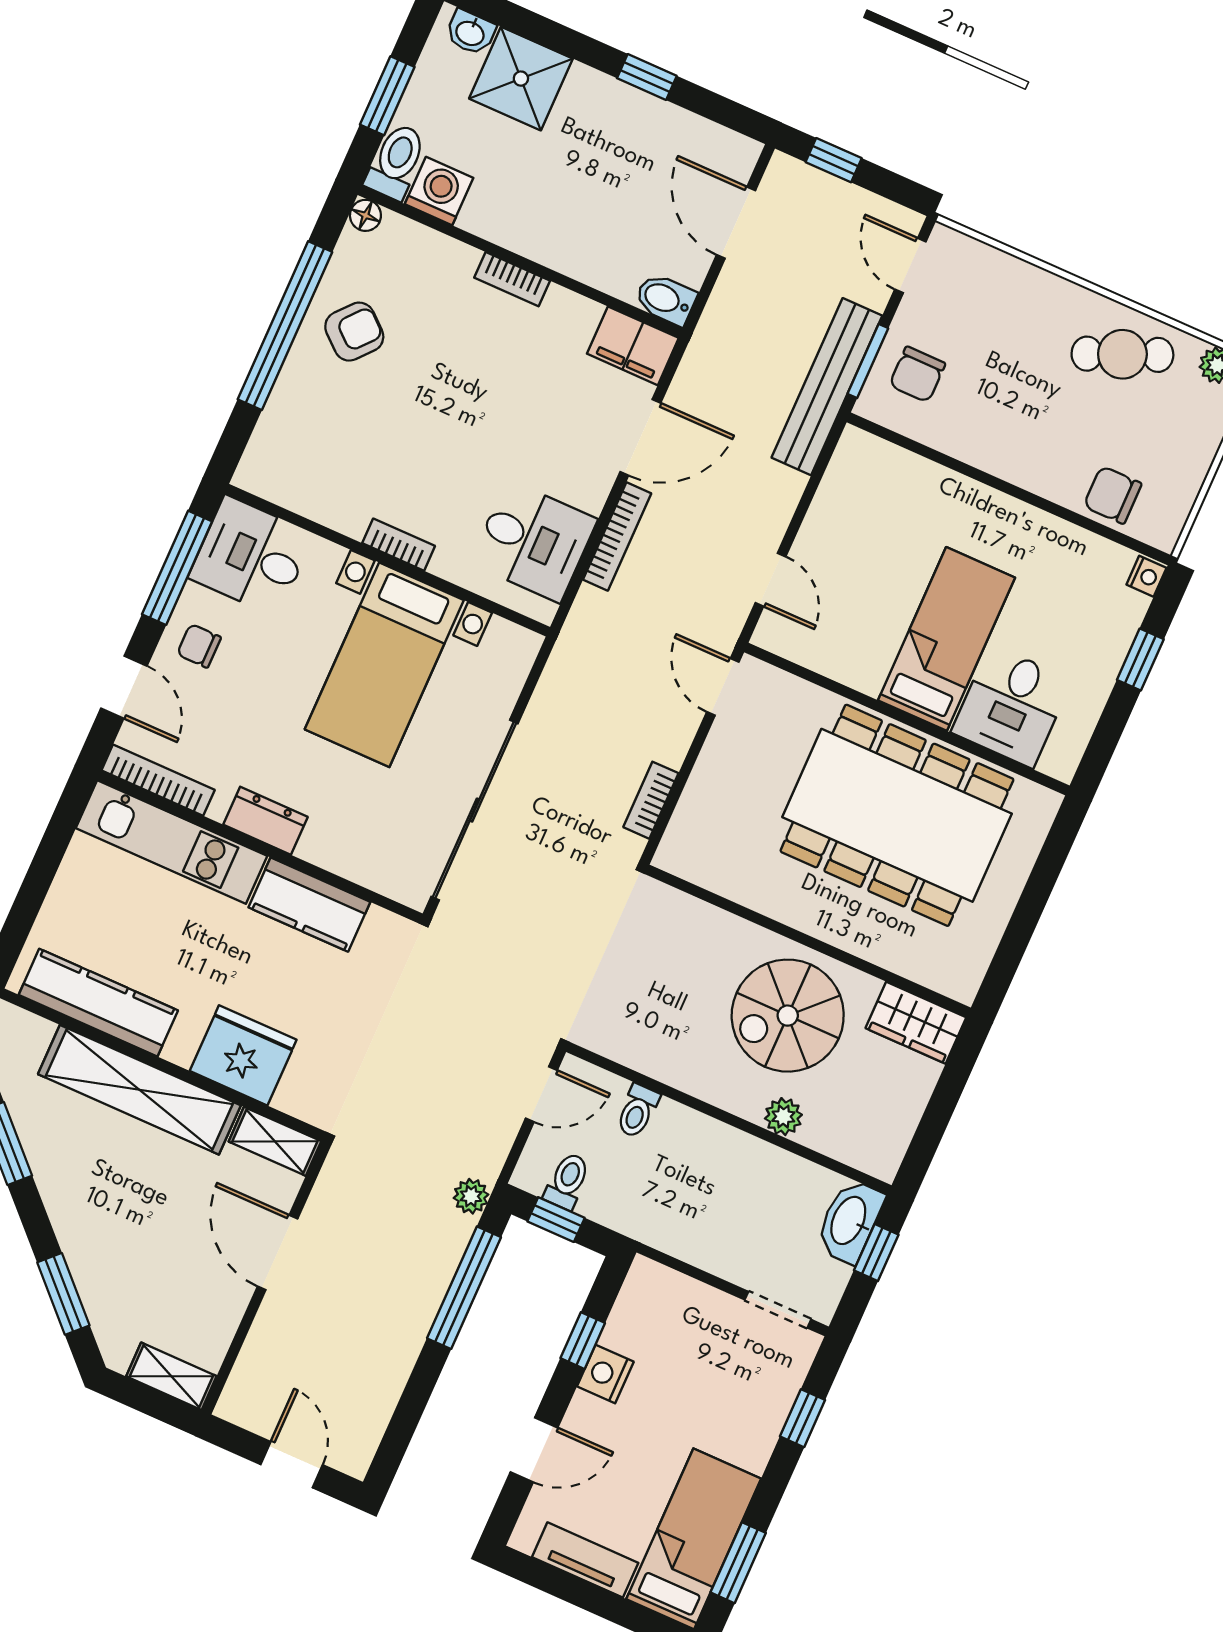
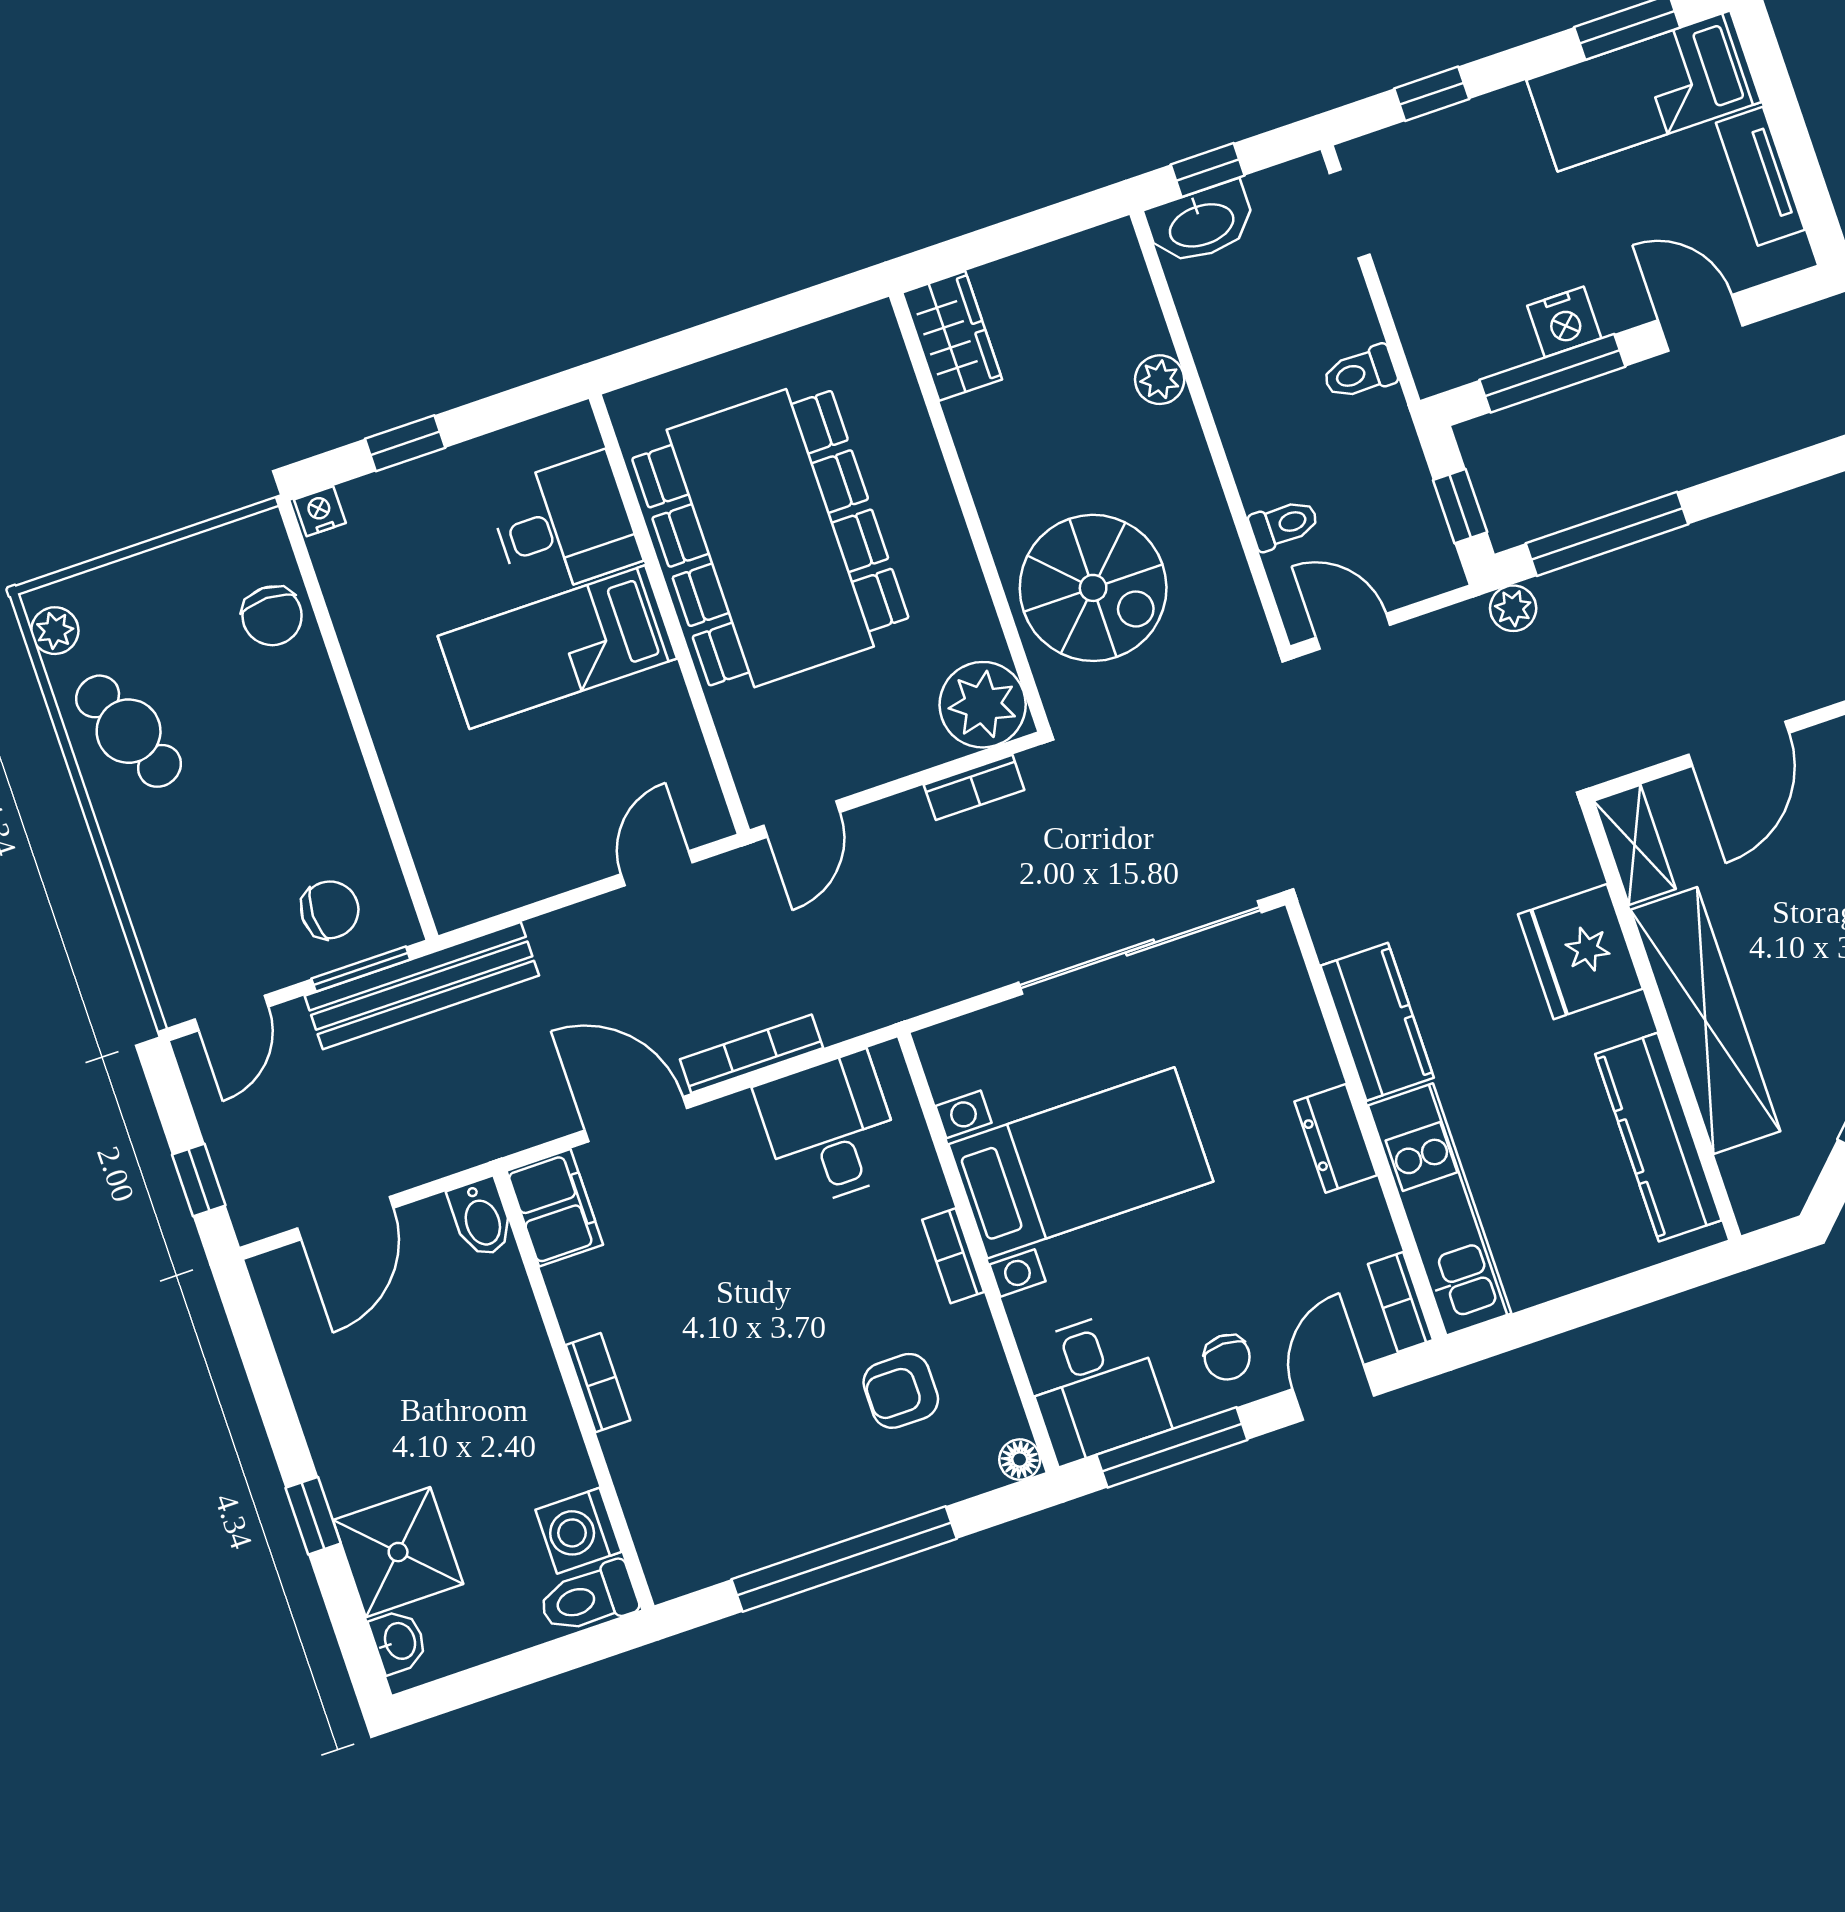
window: (647, 77) -> (313, 1516), moved
window: (387, 96) -> (533, 1665), removed
floor lamp: (365, 215) -> (1020, 1460), moved
armchair: (354, 332) -> (901, 1391), moved, turned -41
bookcase: (158, 780) -> (1401, 1302), width x0.64
plant: (693, 848) -> (983, 705), added
spiral stairs: (788, 1016) -> (1093, 588), moved
toilet: (567, 1181) -> (1360, 373), moved
window: (583, 1341) -> (1552, 373), width x2.17

